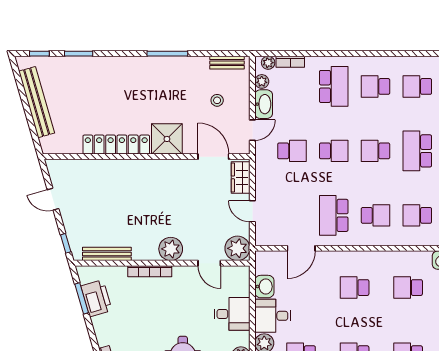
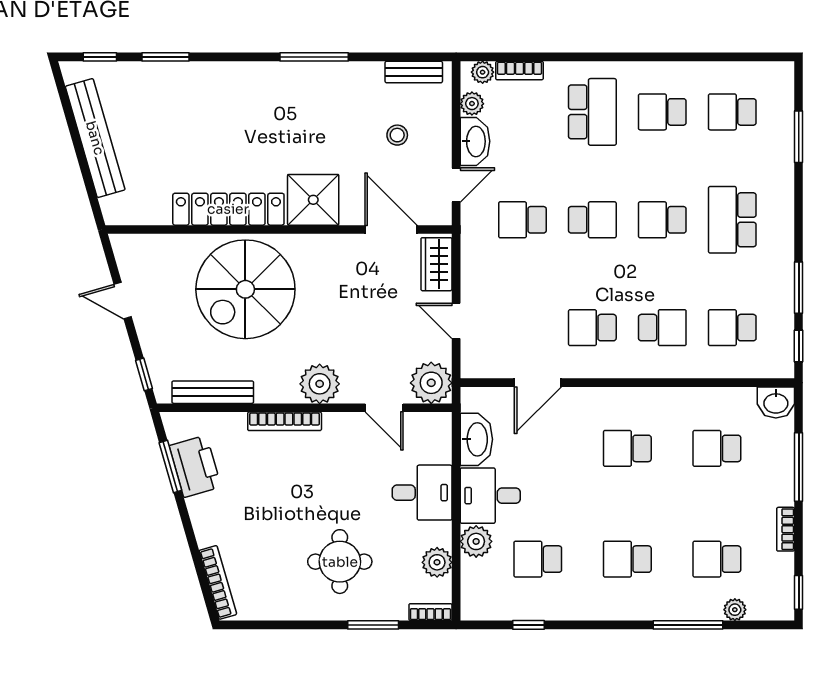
school desk: (292, 151) -> (522, 220), turned 180
spiral stairs: (126, 192) -> (245, 289), added
school desk: (334, 215) -> (592, 328), width x0.54
washbasin: (264, 287) -> (476, 439), width x1.38

